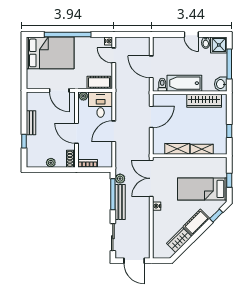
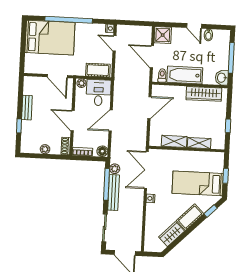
shower: (219, 45) -> (163, 35), moved
floor lamp: (107, 162) -> (102, 151), added

